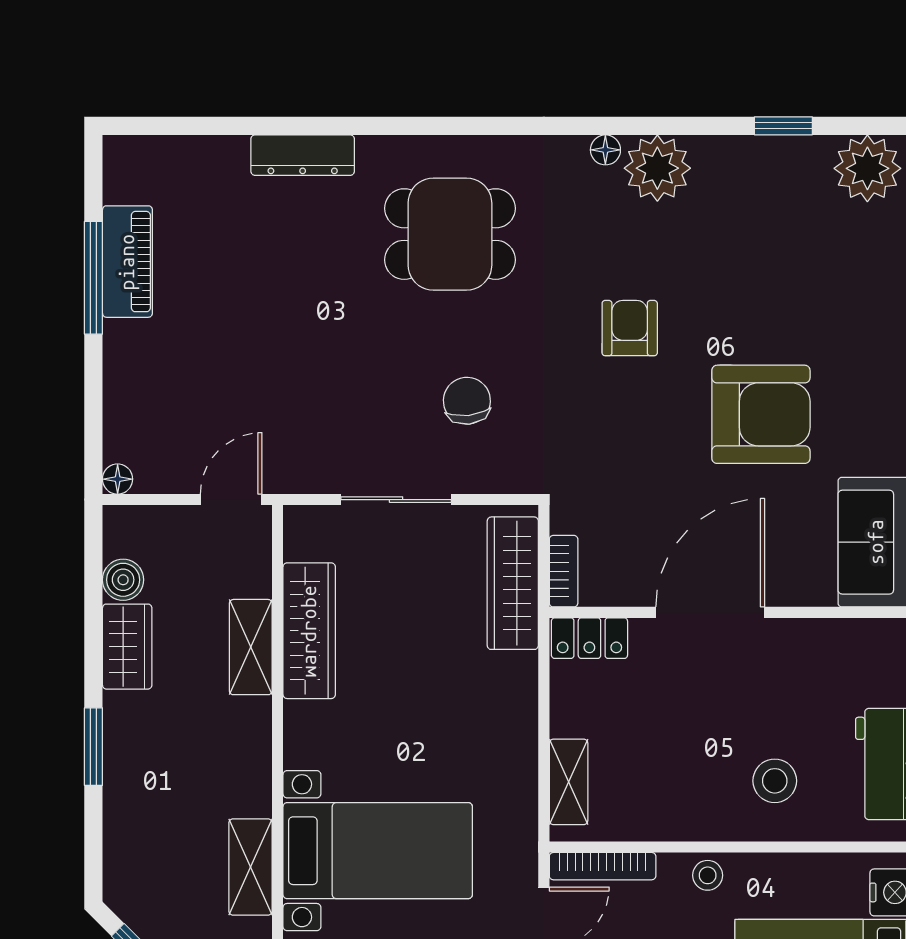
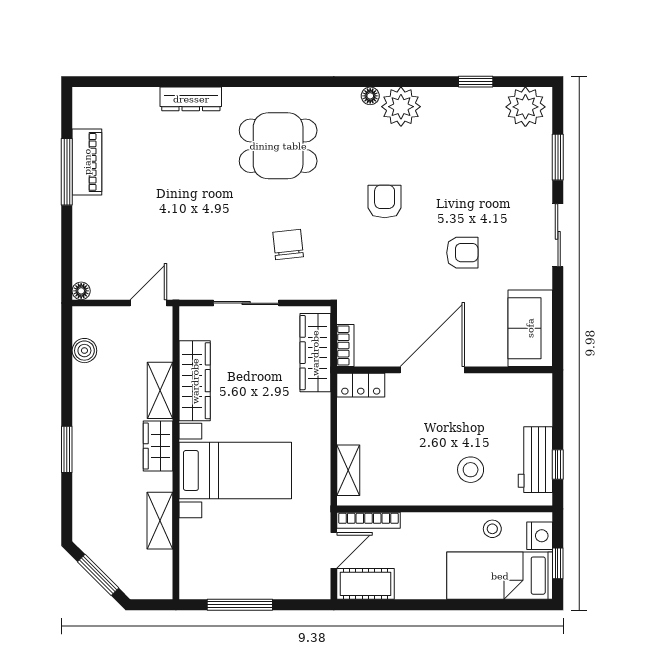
armchair: (761, 414) -> (462, 253), width x0.53, depth x0.53
wardrobe: (127, 647) -> (158, 446), moved, turned 180
bed with nightstands: (378, 851) -> (235, 470), moved
stool: (708, 875) -> (492, 529), moved

